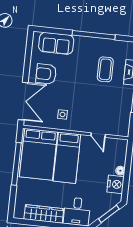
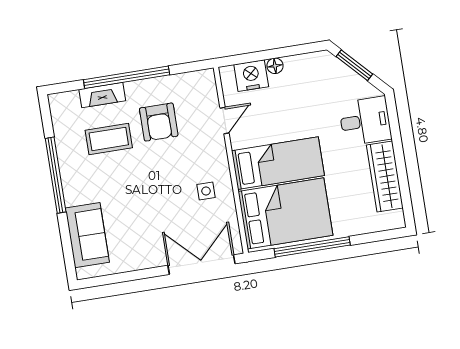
armchair: (46, 74) -> (159, 122), moved
nightstand: (116, 184) -> (251, 76), moved

